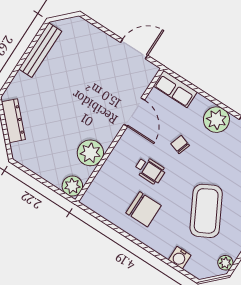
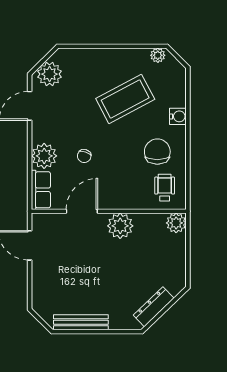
plant: (216, 120) -> (44, 156), moved
plant: (90, 153) -> (120, 226), moved
wheelchair: (150, 170) -> (165, 188), moved
water cooler: (180, 258) -> (178, 116), moved

